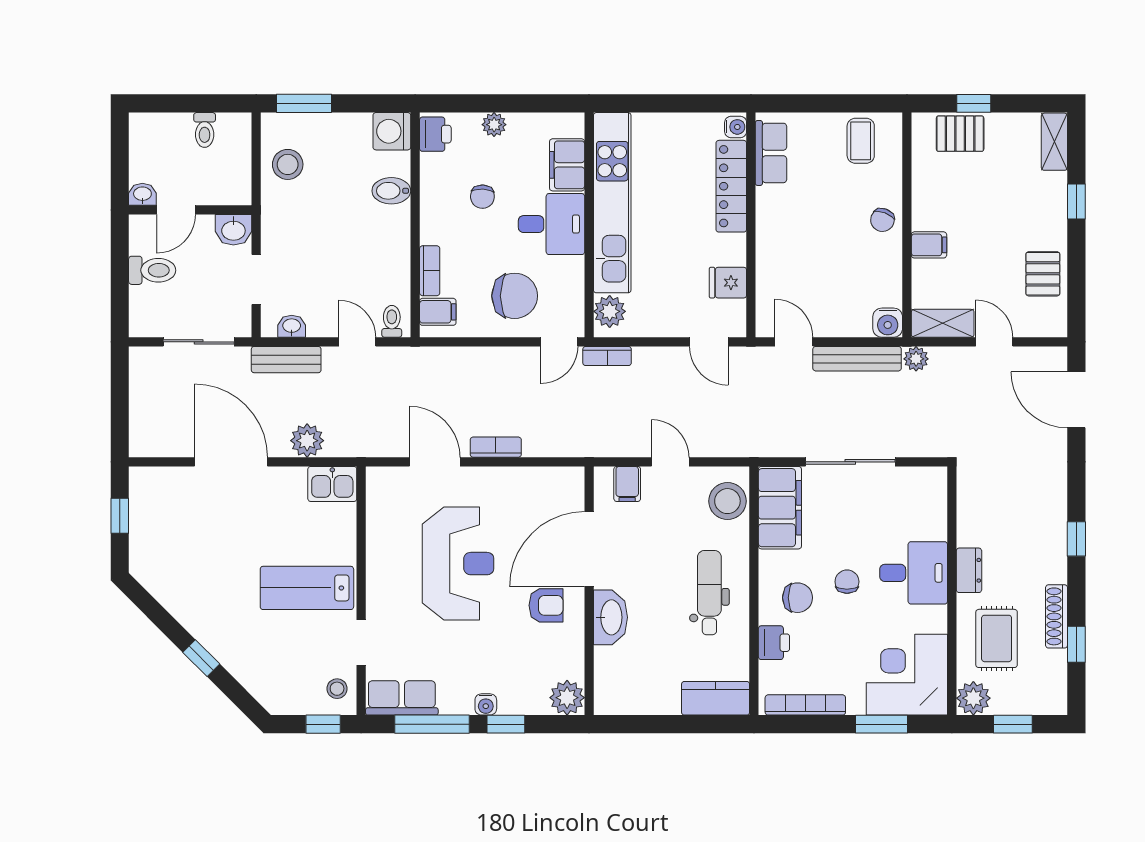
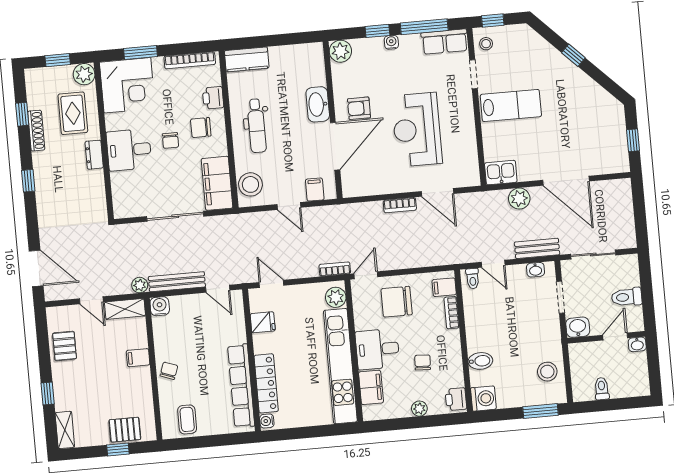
row of seats: (771, 153) -> (241, 386), width x2.02

